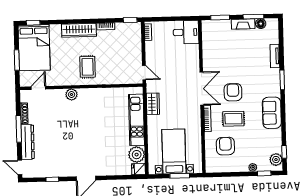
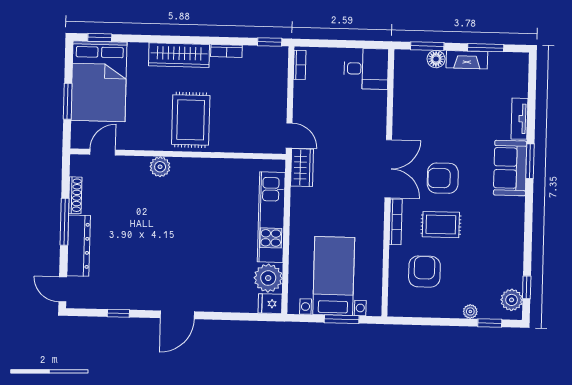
floor lamp: (261, 24) -> (436, 59), moved
rug: (88, 67) -> (191, 120), width x1.36, depth x1.43
armchair: (233, 92) -> (443, 178), turned -90
wardrobe: (153, 104) -> (302, 168), moved
sofa: (272, 113) -> (510, 168), moved

